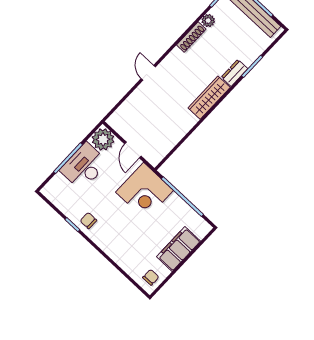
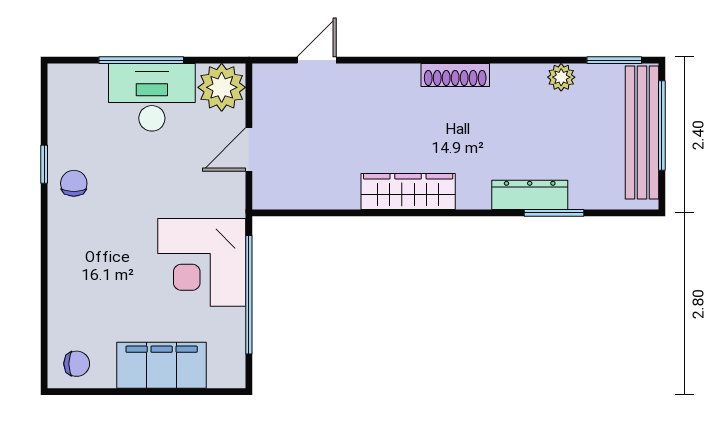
shoe rack: (191, 37) -> (455, 75), moved
door: (148, 73) -> (317, 60), moved
dresser: (235, 73) -> (530, 195), width x1.44
wardrobe: (209, 98) -> (408, 191), moved
corner desk: (145, 191) -> (202, 262), moved

